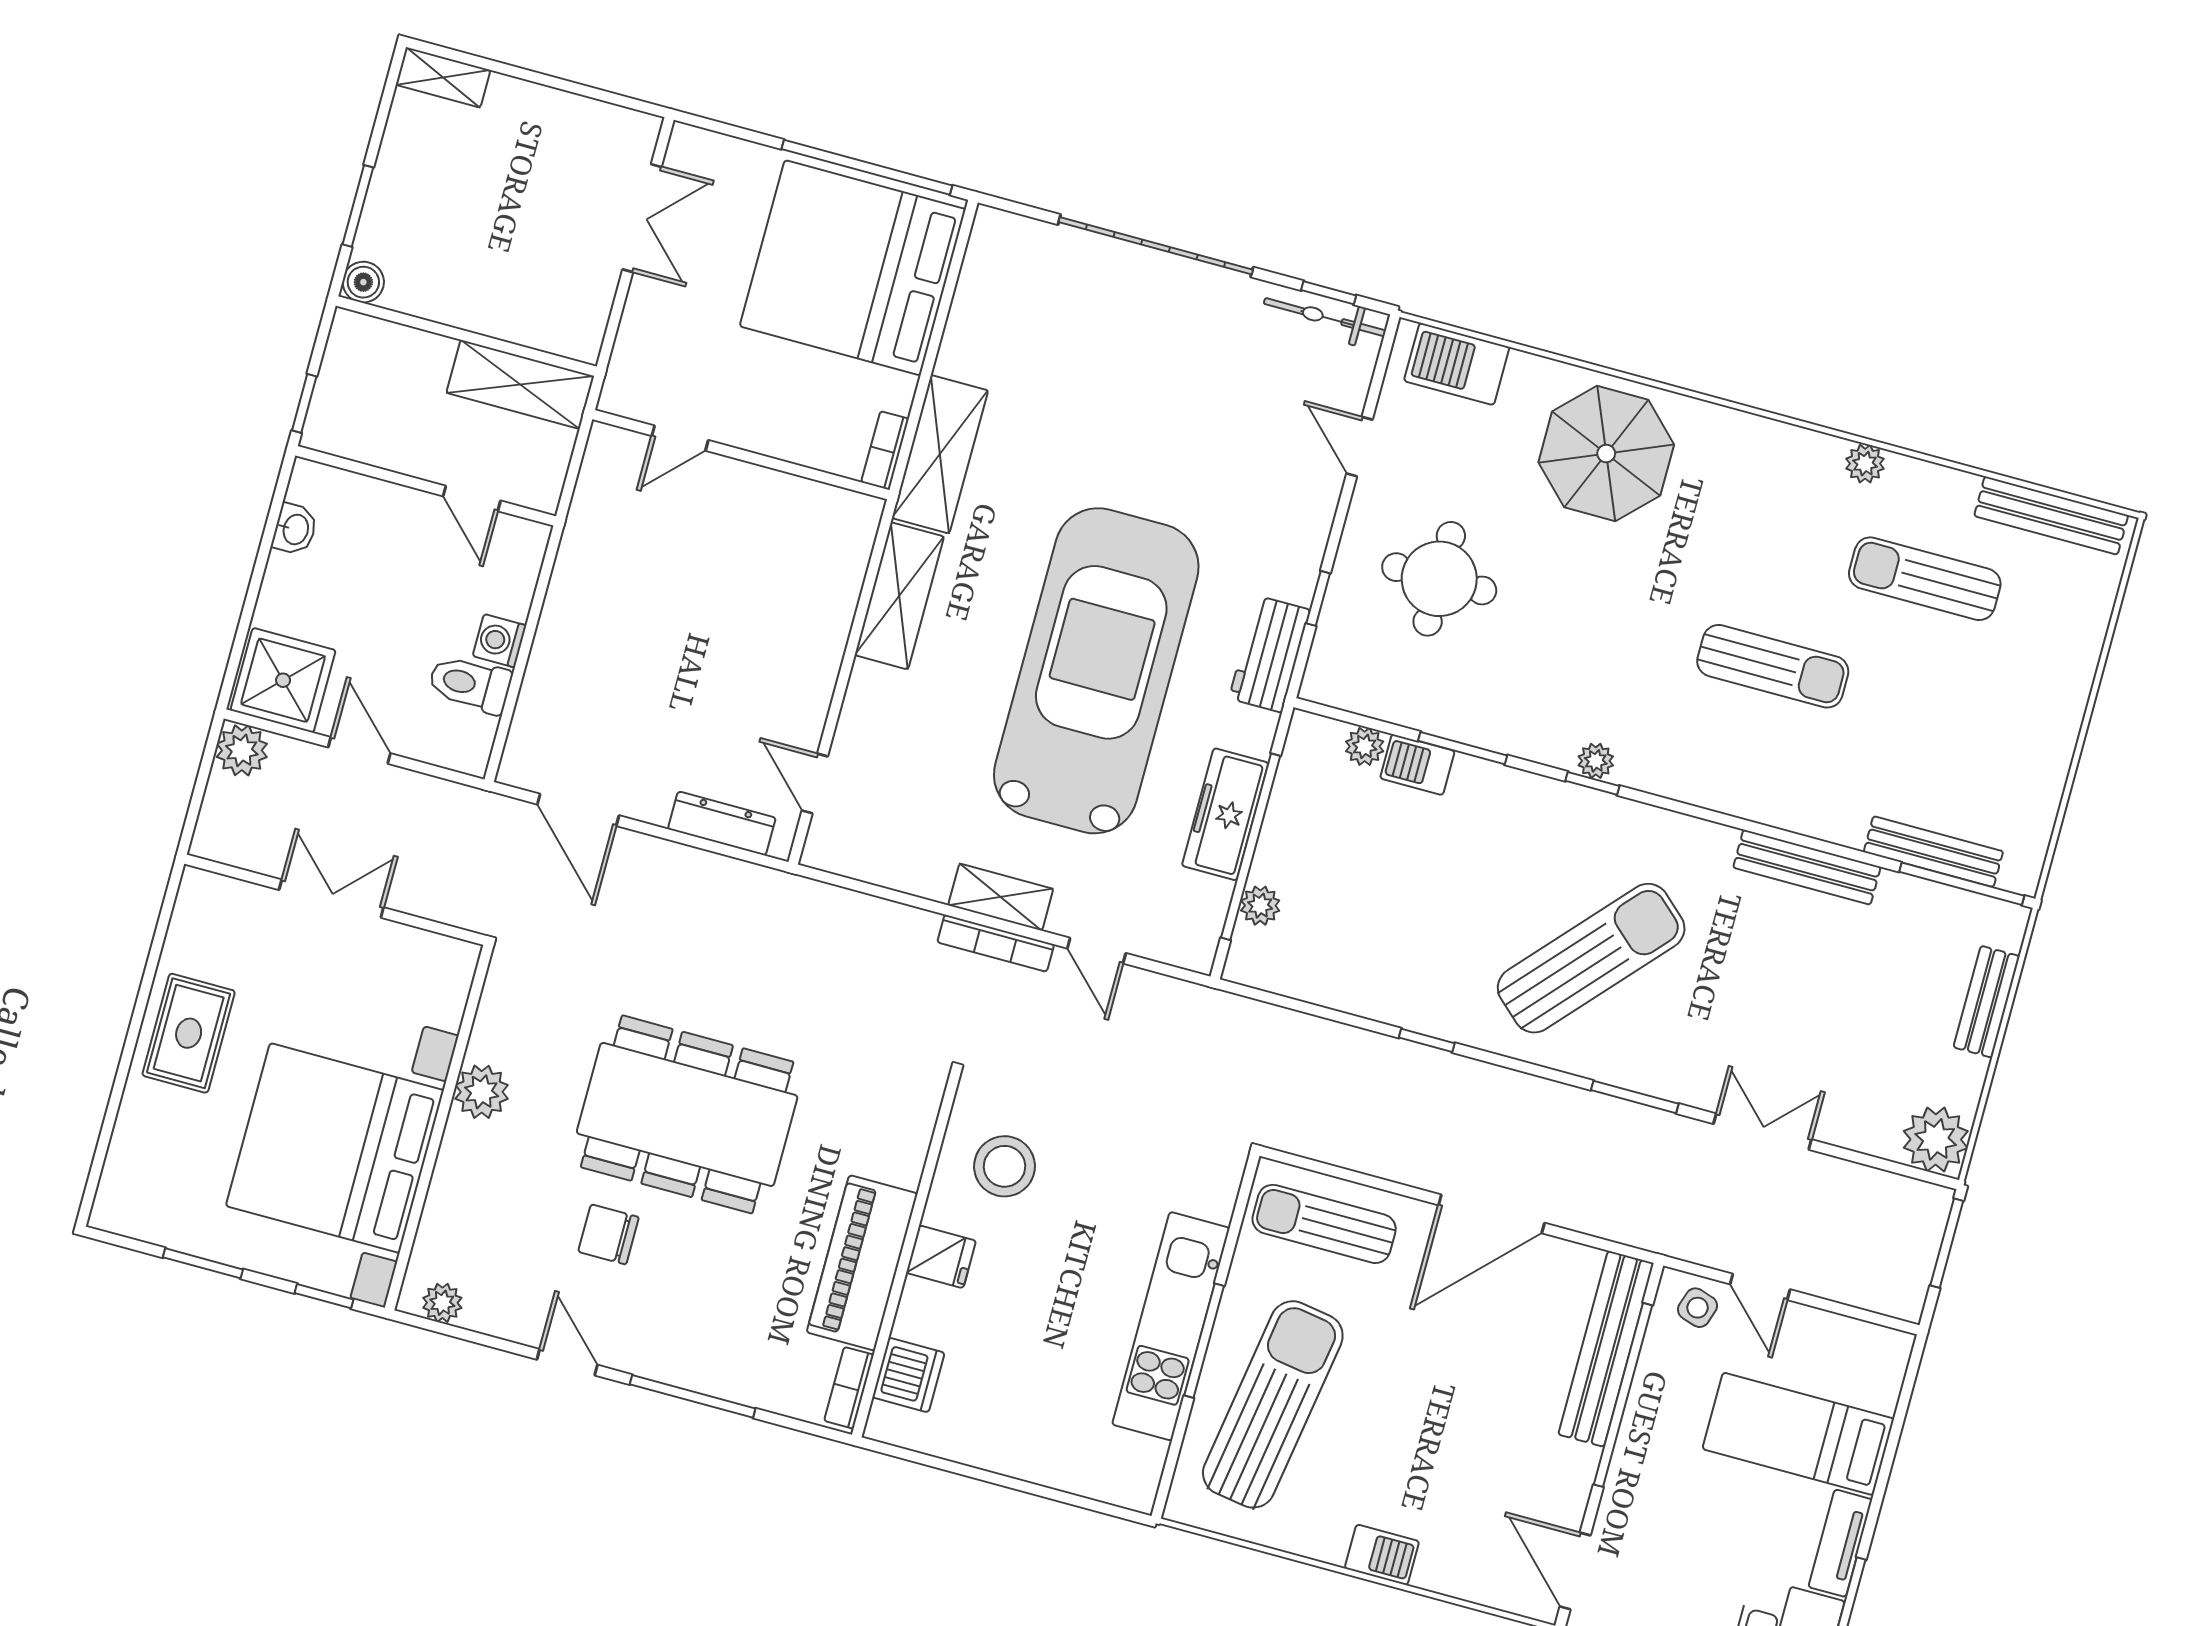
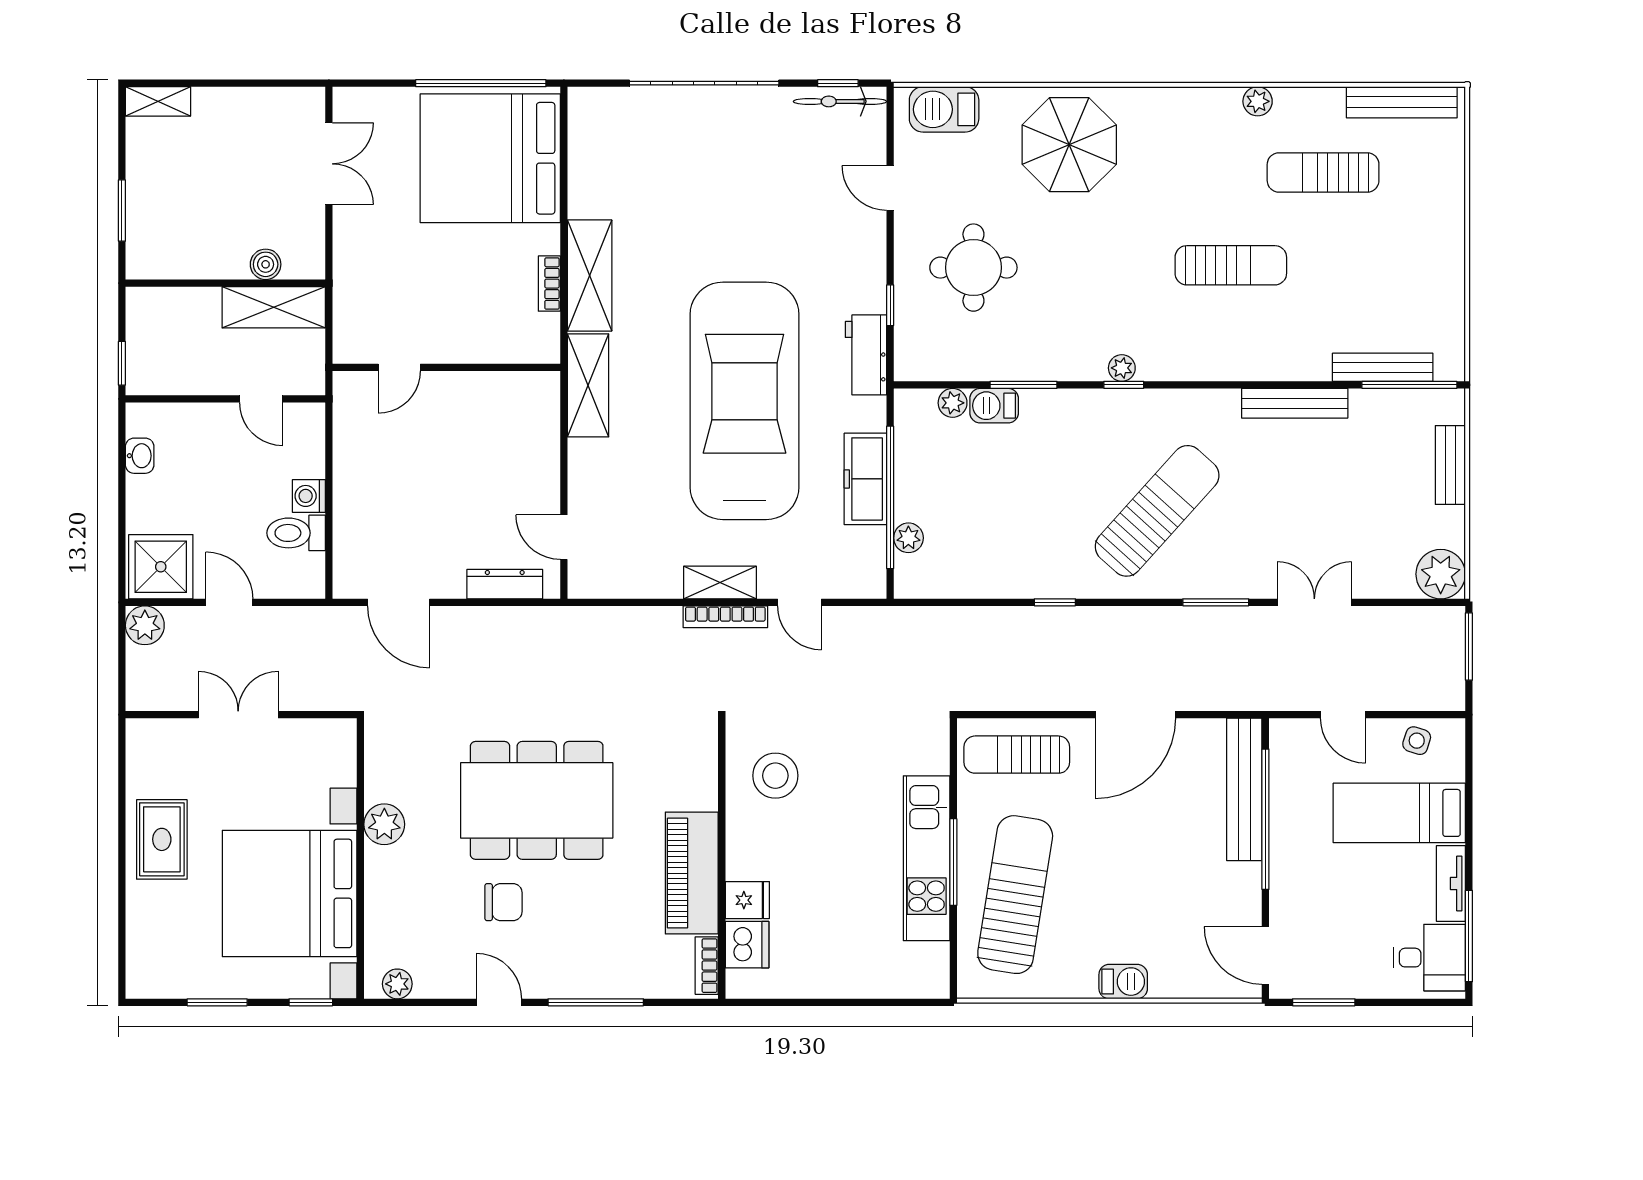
boiler: (363, 282) -> (266, 264), moved
door: (680, 438) -> (399, 367), moved
wall: (741, 455) -> (446, 367), moved
chair: (608, 1234) -> (504, 902), turned 180
fridge: (941, 1257) -> (747, 900), moved
side table: (1697, 1308) -> (1417, 741), moved

